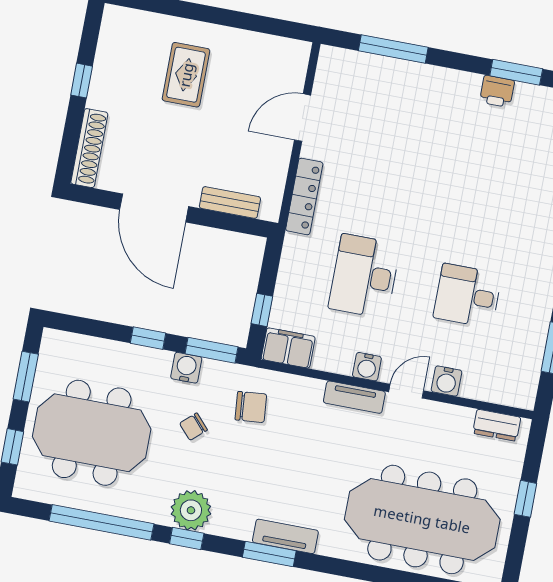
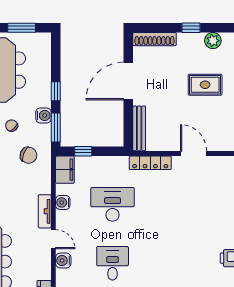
plant: (111, 47) -> (213, 41), added
bench: (230, 202) -> (139, 128), width x1.36
water cooler: (367, 367) -> (63, 202), moved
chair: (251, 407) -> (28, 155), turned -63

